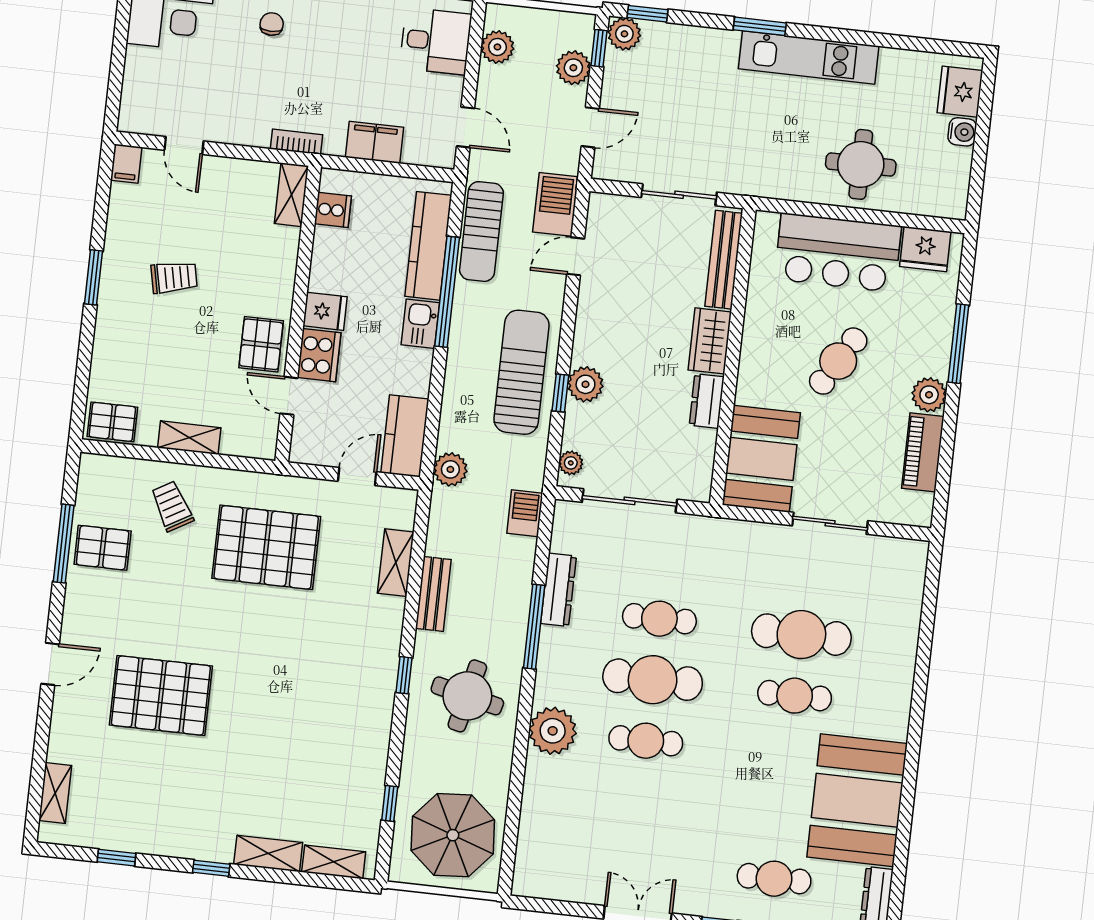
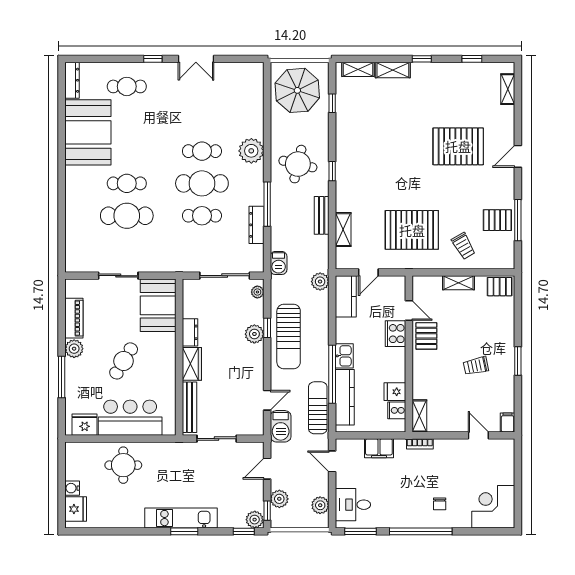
kitchen unit: (809, 57) -> (181, 518), moved
fridge: (325, 311) -> (395, 392), moved

